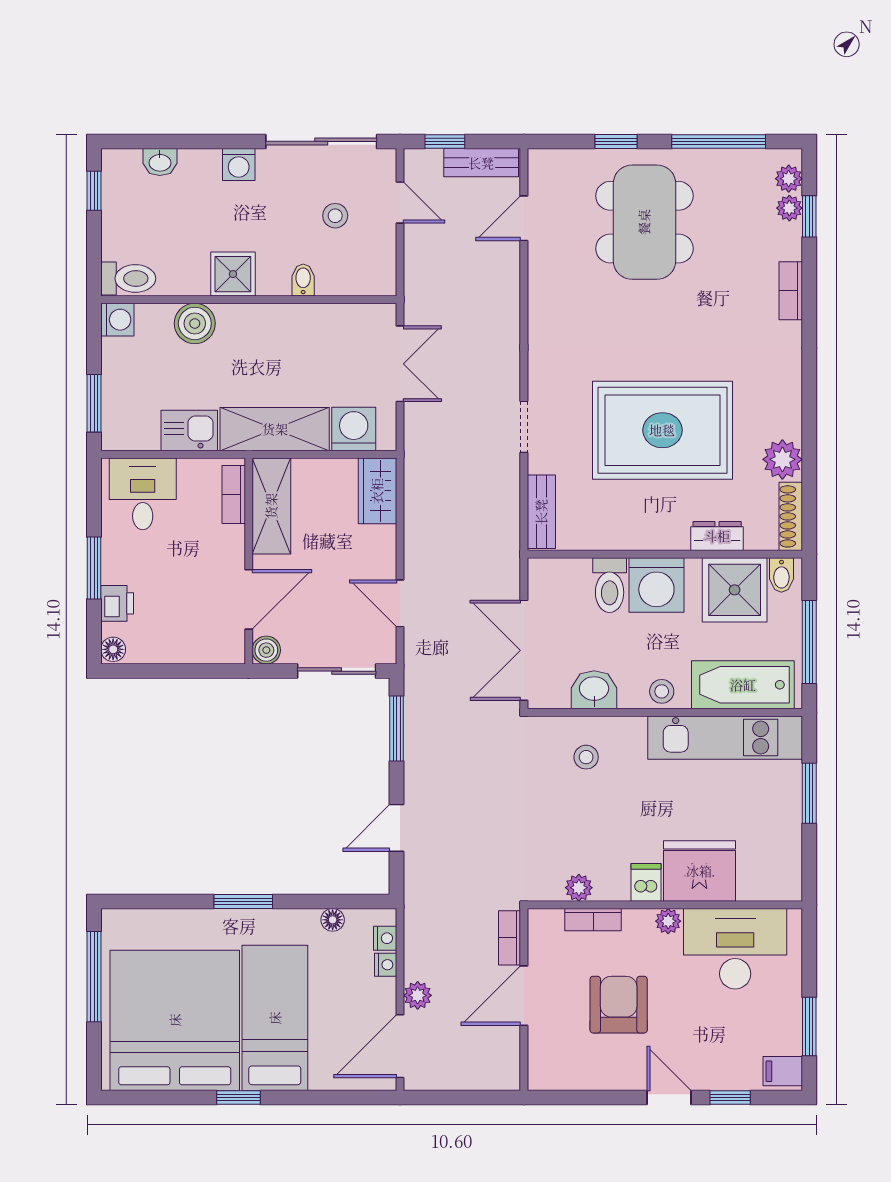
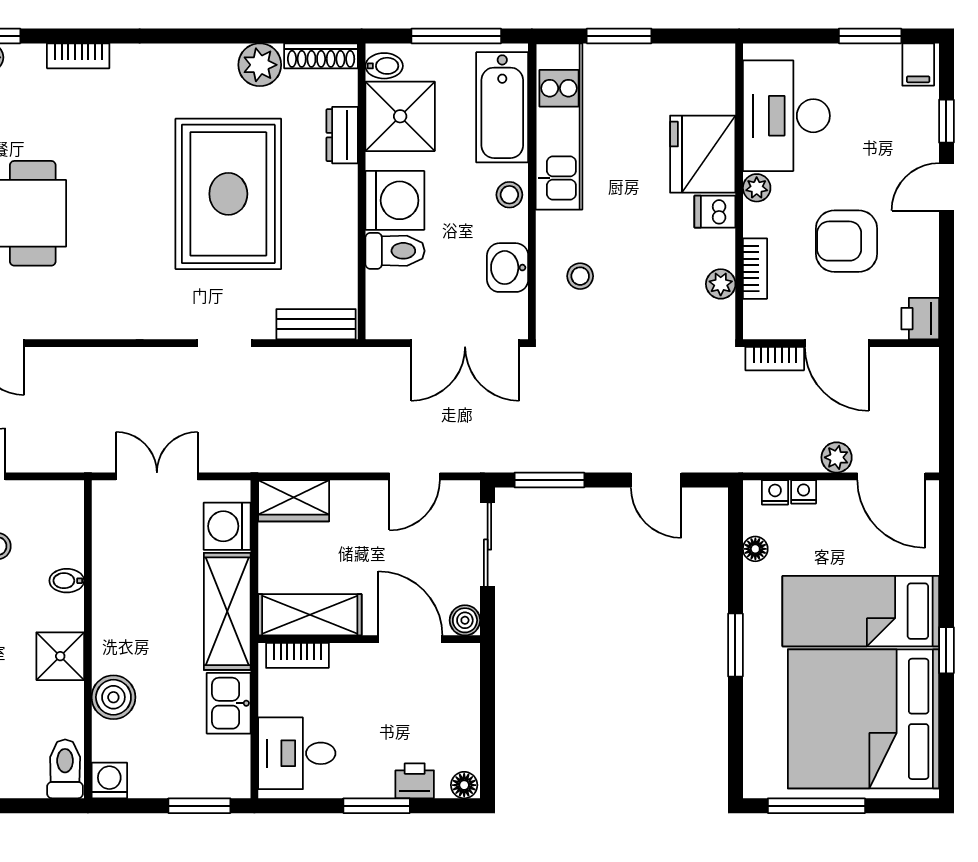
printer: (547, 1073) -> (920, 319), added

